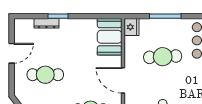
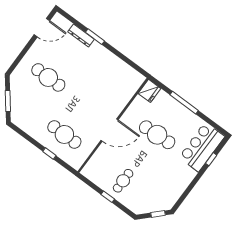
booth: (110, 37) -> (125, 86), removed
door: (12, 53) -> (42, 28), moved
door: (123, 80) -> (109, 130), swing flipped

